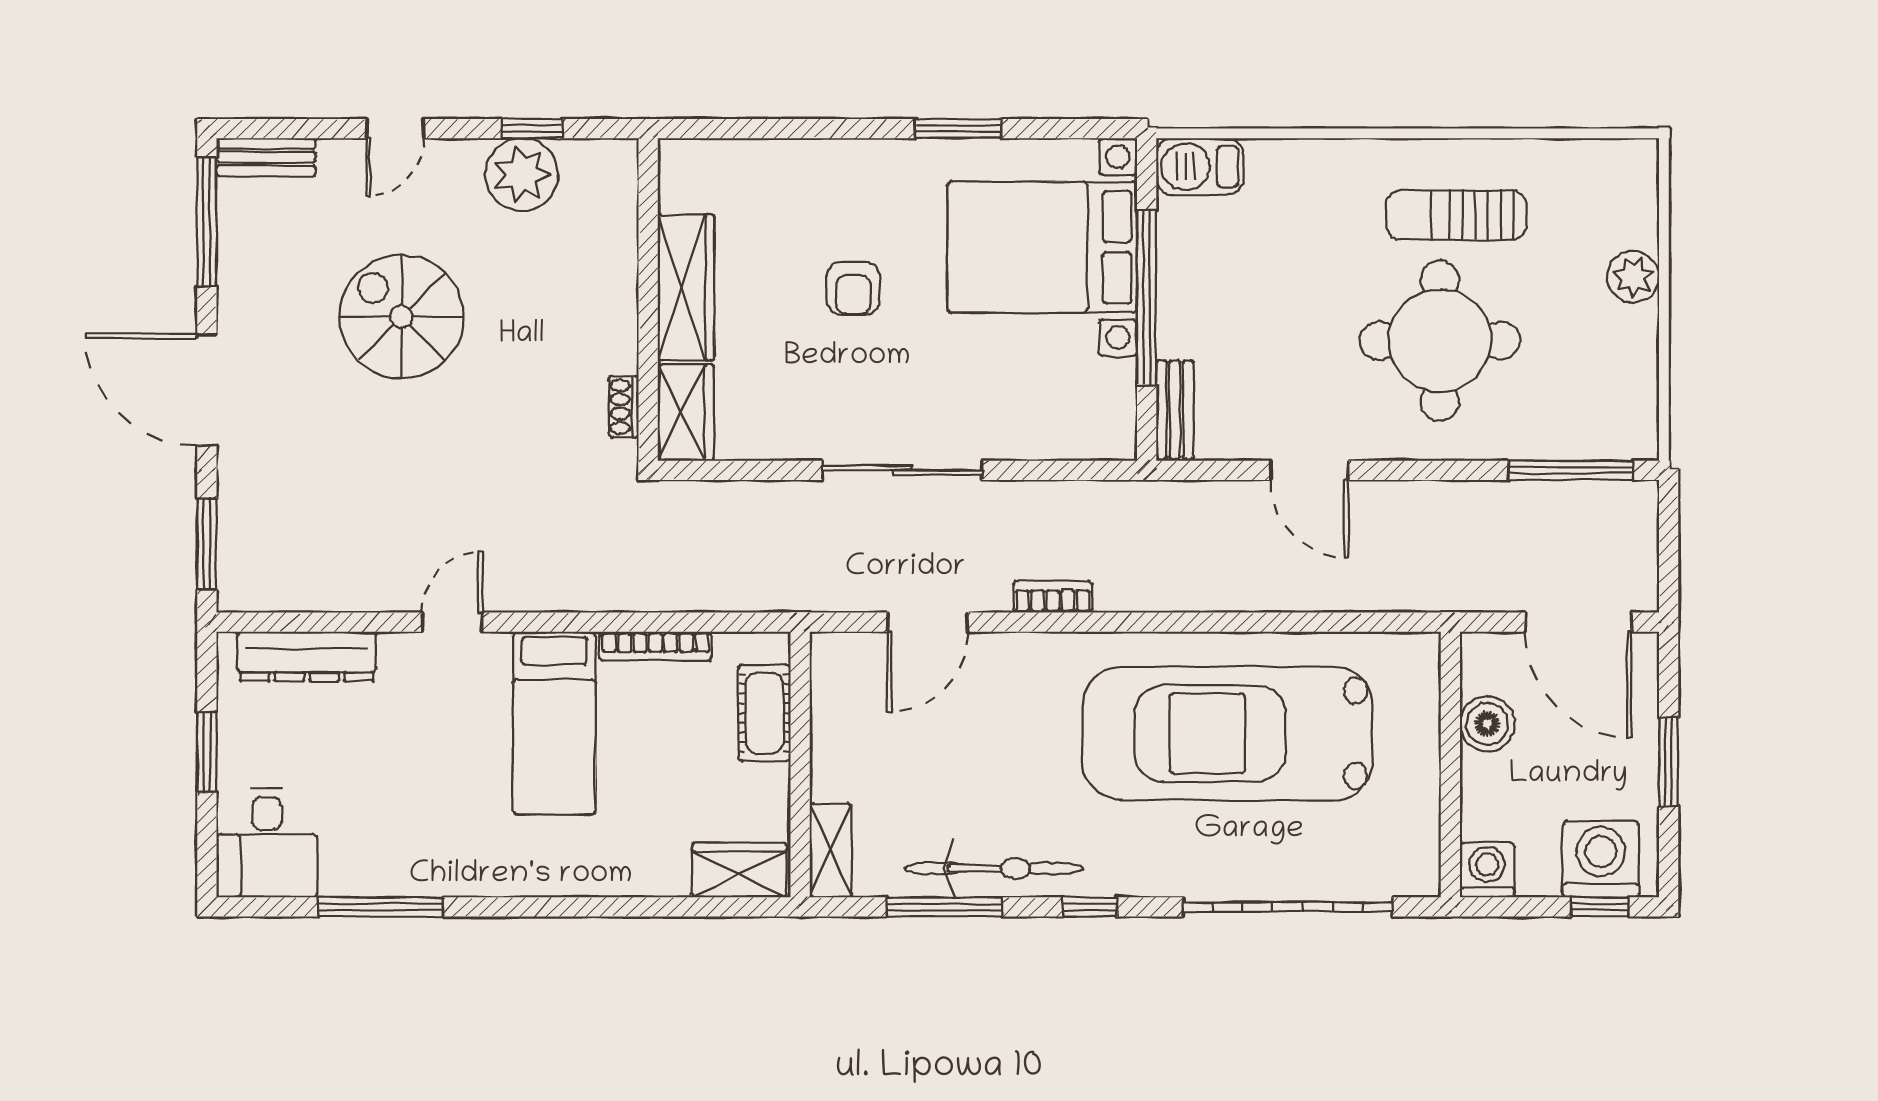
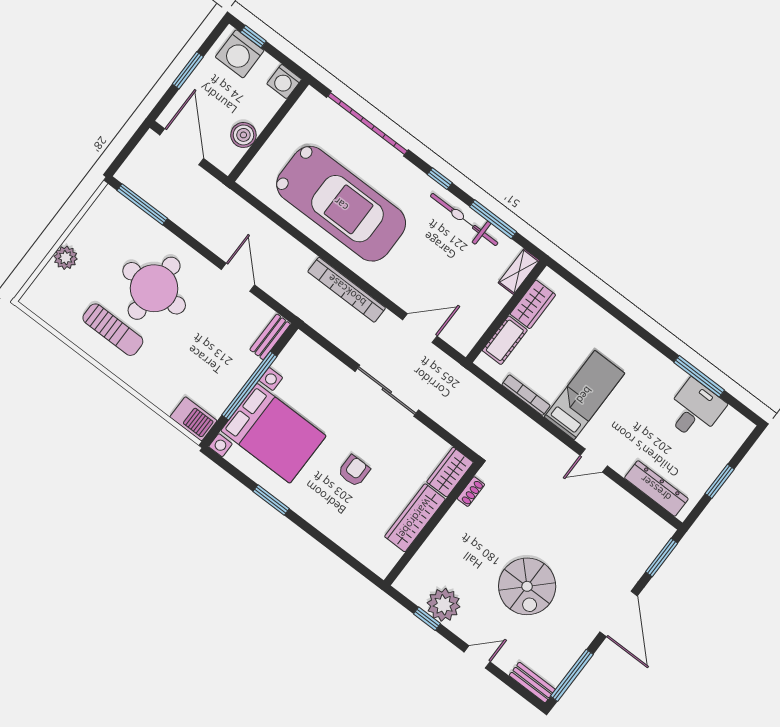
bookcase: (1053, 597) -> (347, 290), width x2.31, depth x1.31
desk: (267, 843) -> (695, 410), moved
wardrobe: (739, 870) -> (533, 304), moved, turned -90

